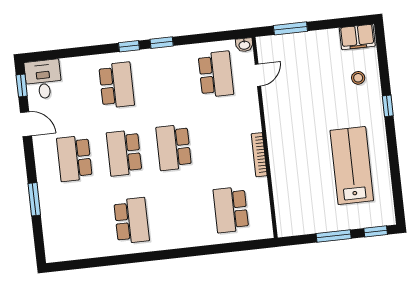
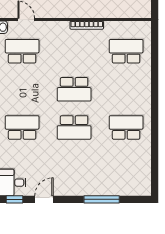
school desk: (74, 158) -> (74, 166), removed
window: (34, 199) -> (102, 199), width x1.44
school desk: (231, 210) -> (126, 51), turned 180

